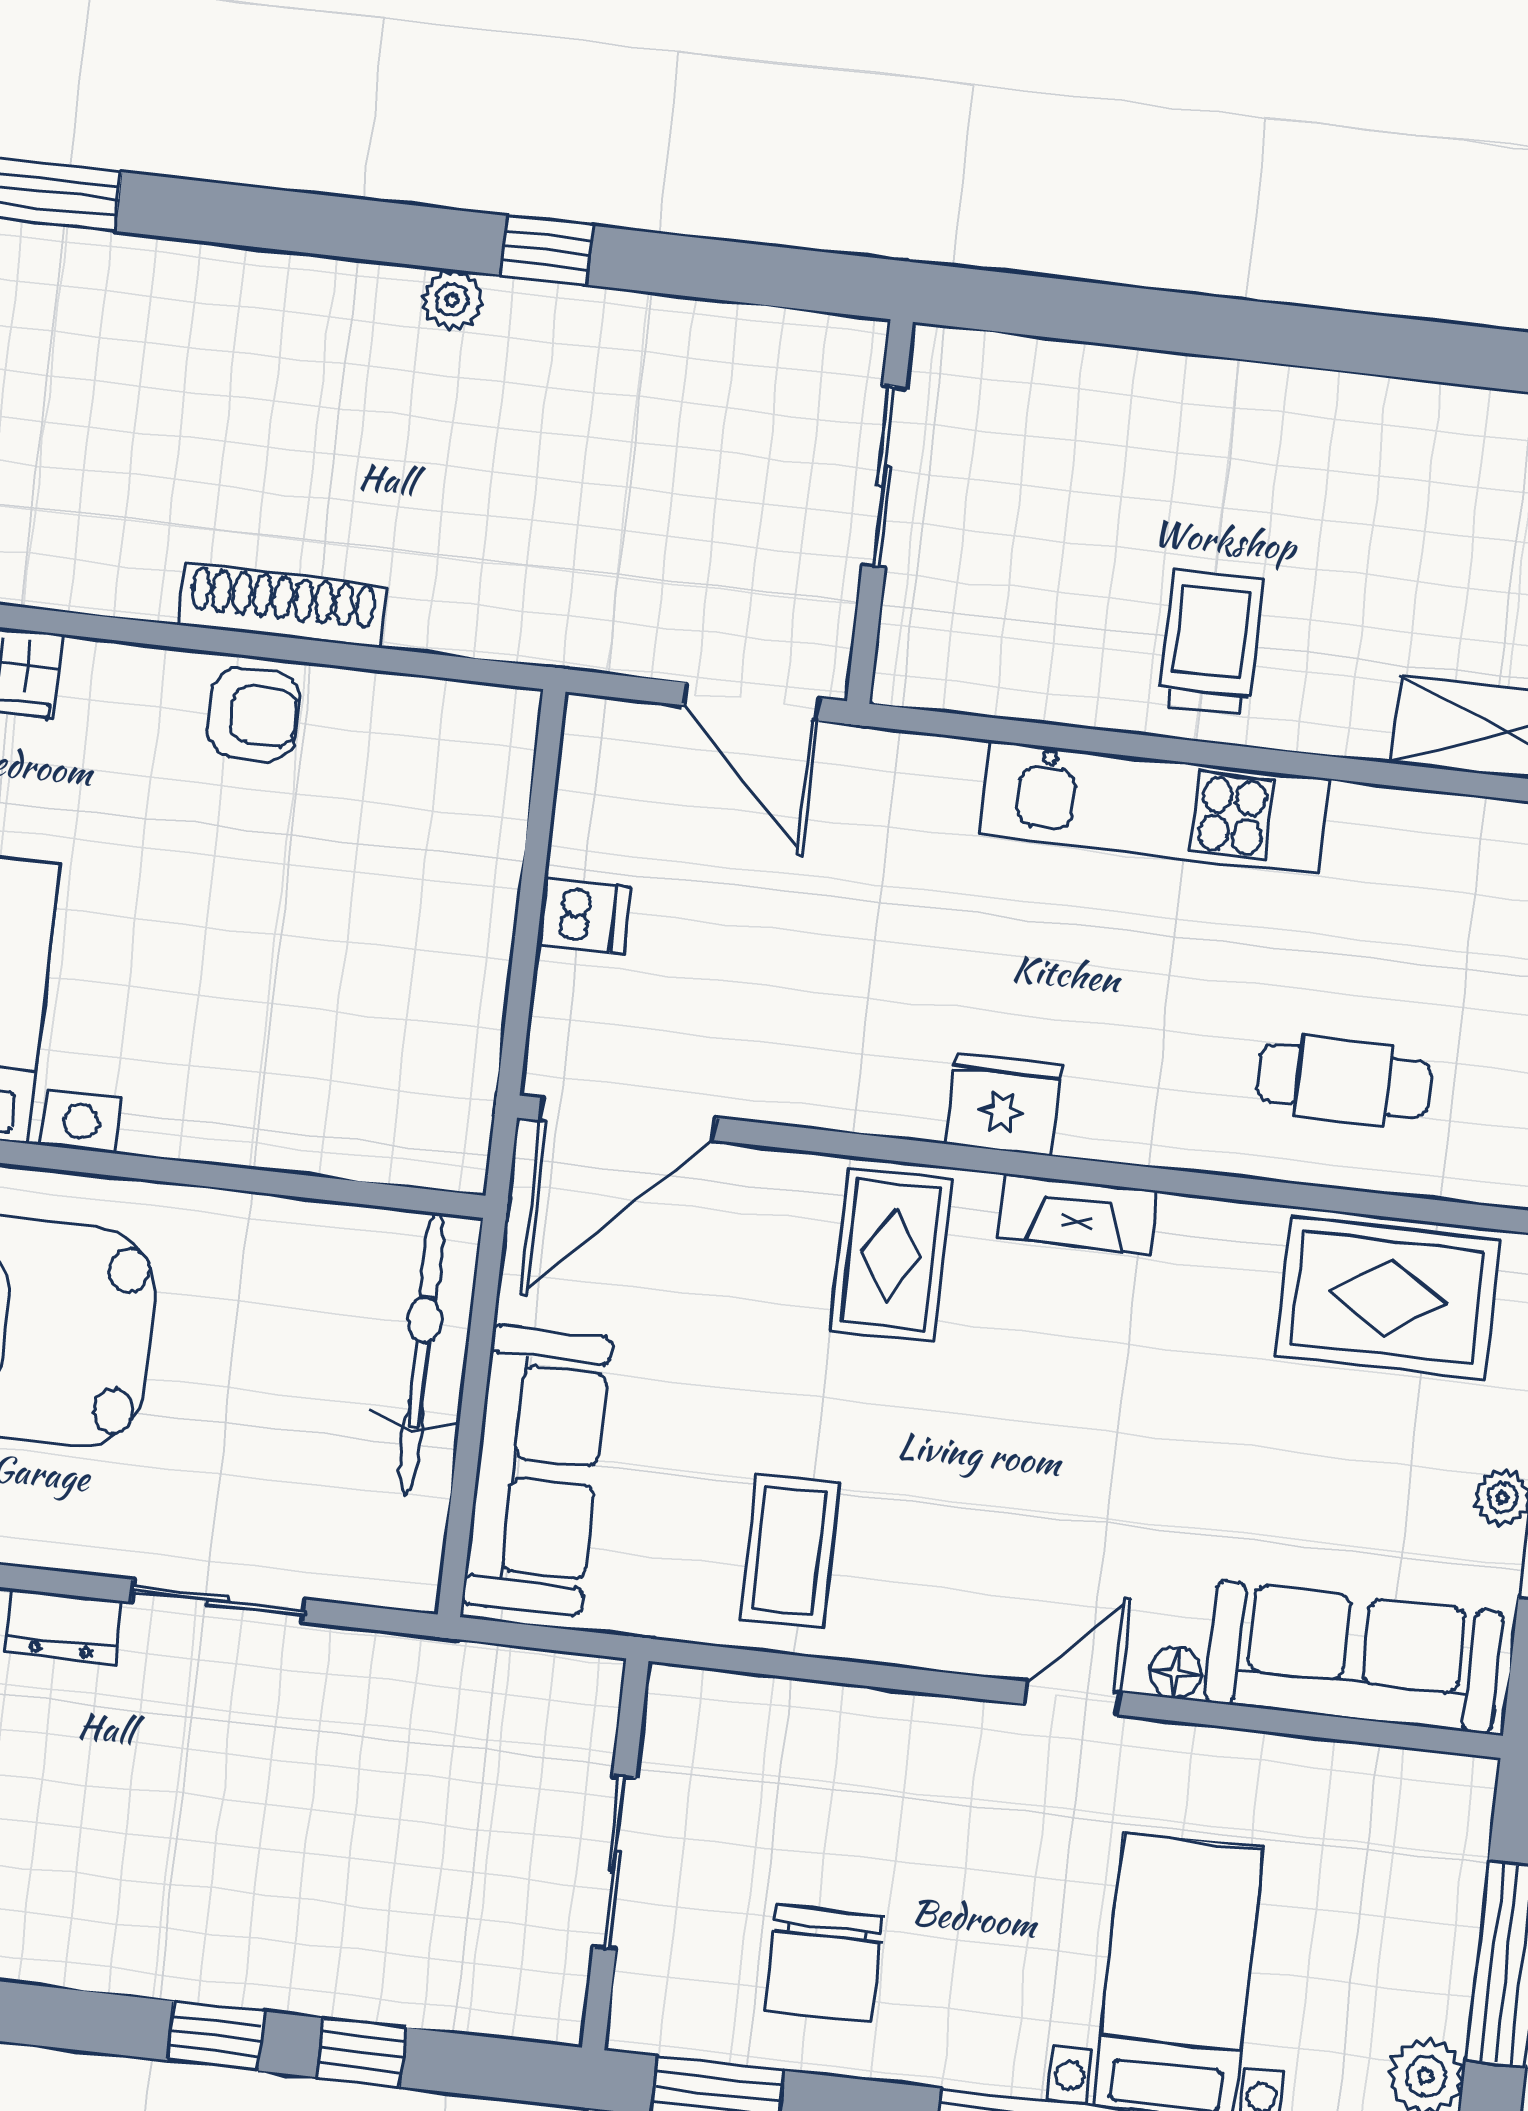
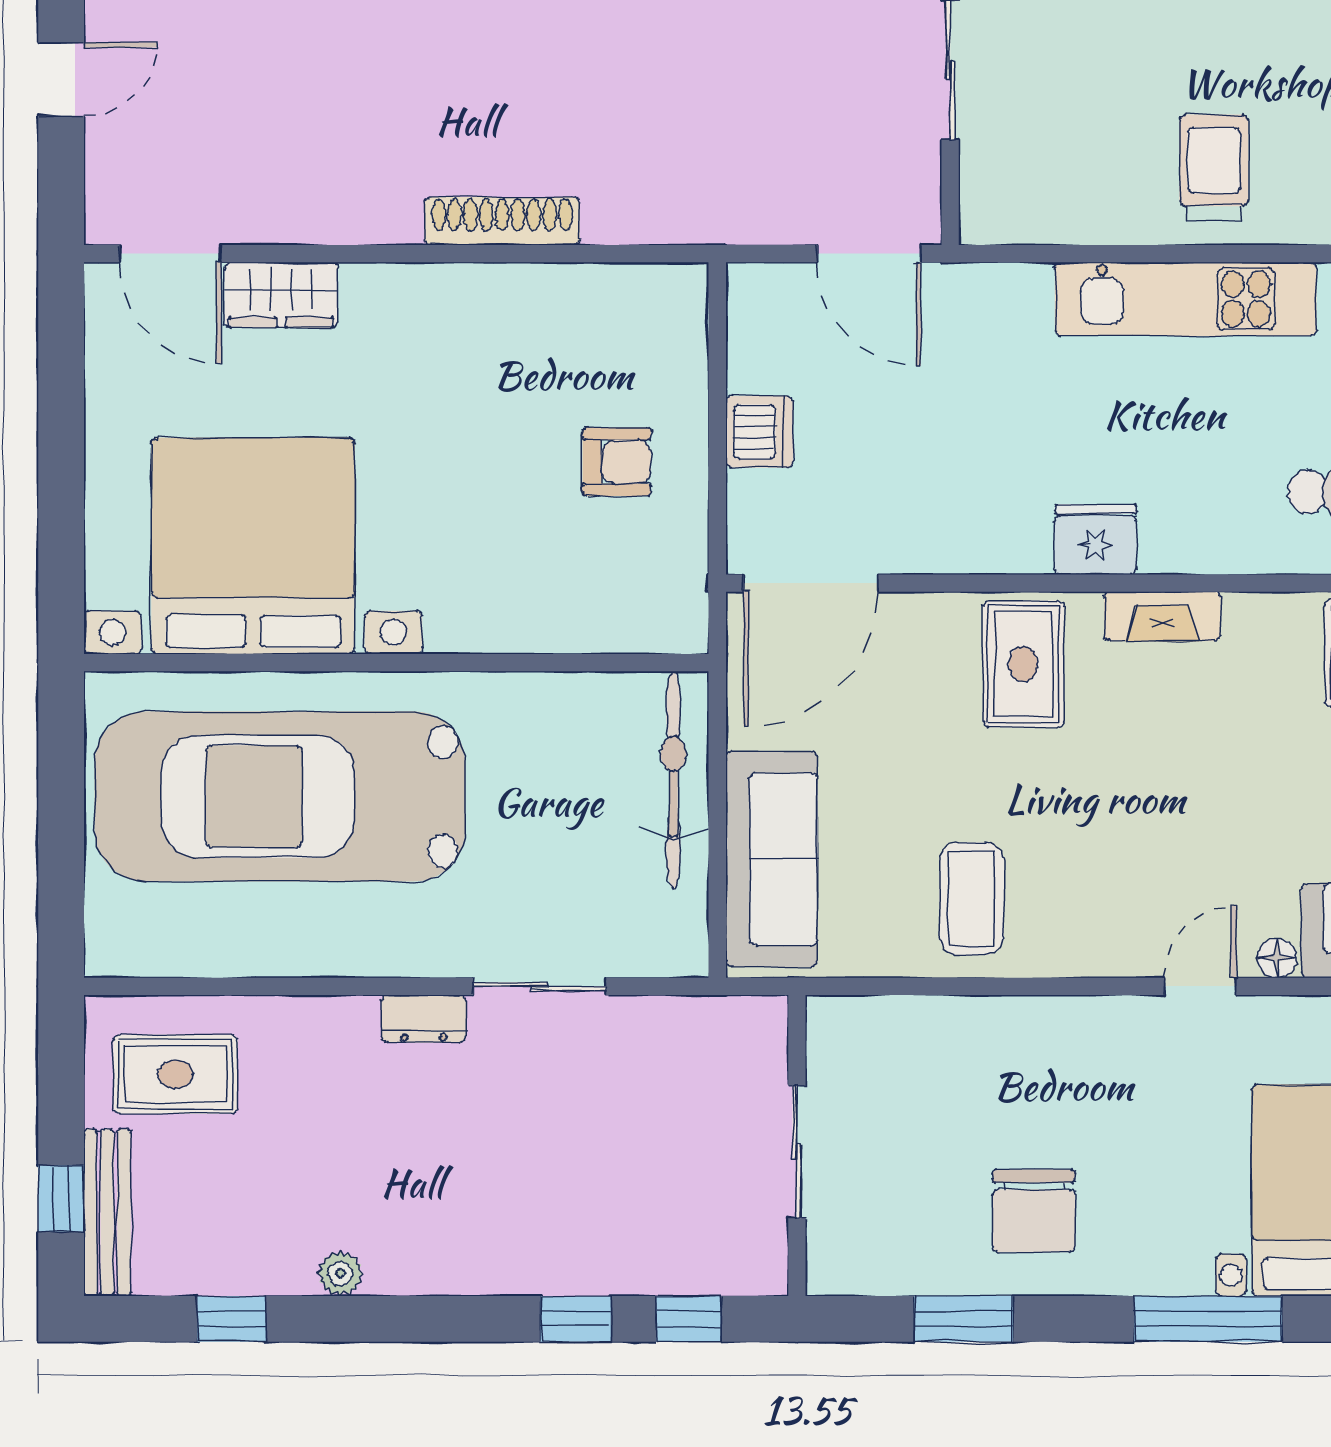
armchair: (253, 715) -> (617, 462), moved
dishwasher: (584, 916) -> (759, 432), width x1.38
wall: (615, 1854) -> (797, 1146), moved
sliding door: (614, 1863) -> (797, 1152), moved

